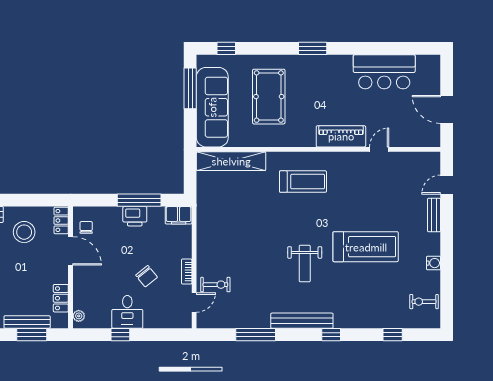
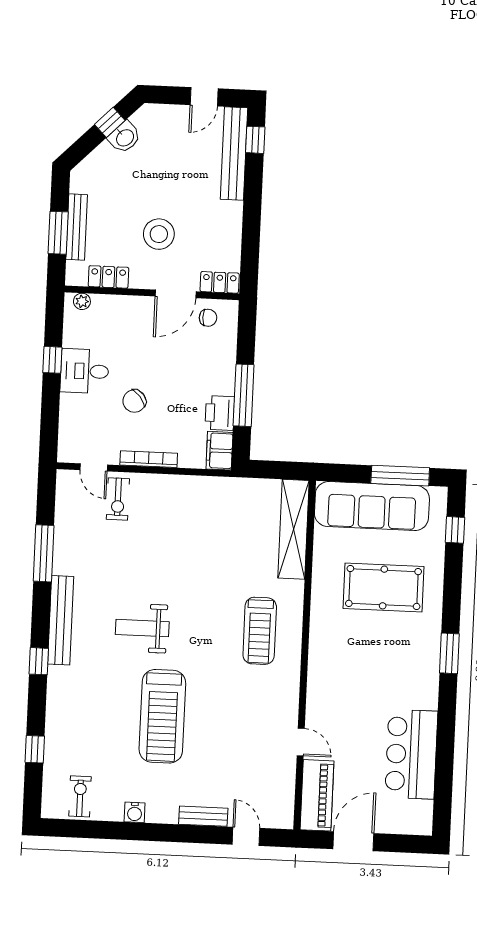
piano: (341, 136) -> (317, 795), moved
printer: (135, 216) -> (220, 413), moved
stool: (24, 232) -> (159, 234), moved
bookcase: (187, 272) -> (149, 459), width x1.56

